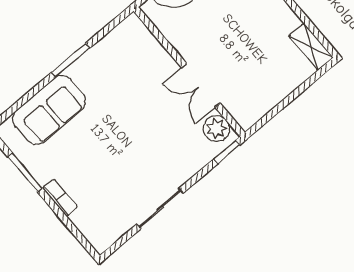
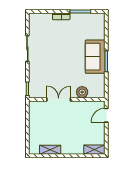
shelving: (311, 47) -> (50, 150), moved
sofa: (49, 110) -> (95, 57), moved
plant: (216, 129) -> (82, 92), moved

